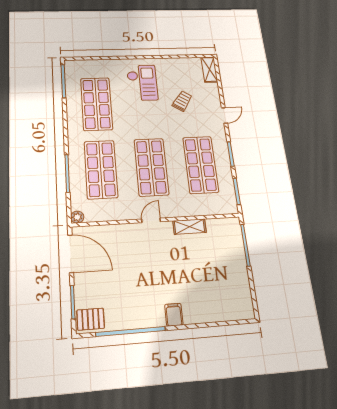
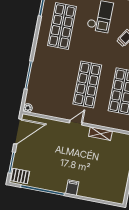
shop shelf: (101, 169) -> (52, 78), removed
door: (71, 254) -> (18, 131), hinge flipped

